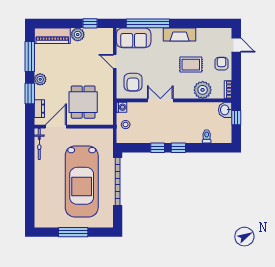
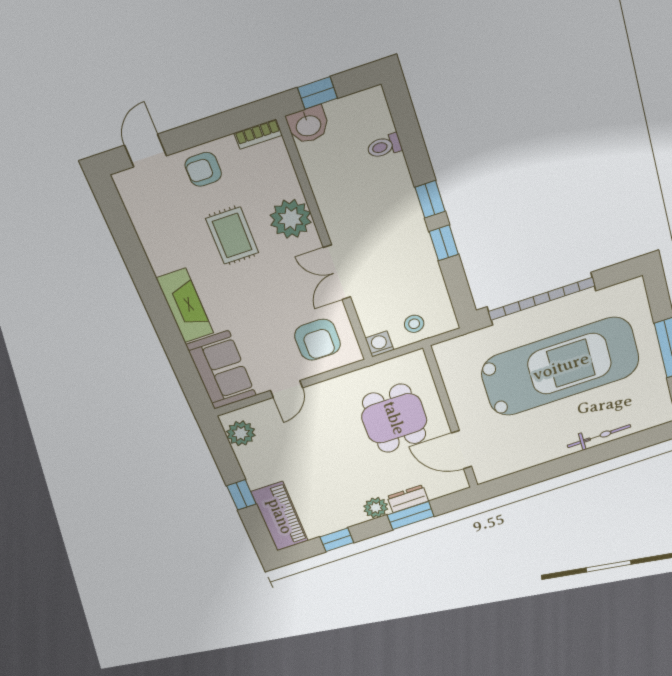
window: (90, 23) -> (242, 495), moved
window: (148, 23) -> (178, 353), removed
plant: (78, 35) -> (241, 433), moved
fireplace: (180, 35) -> (185, 306), moved
window: (30, 56) -> (337, 540), width x0.46
armchair: (133, 82) -> (318, 340), turned 90
plant: (203, 90) -> (291, 219), moved
dining table: (83, 102) -> (394, 418), turned 90
dresser: (39, 109) -> (408, 499), moved
bicycle: (39, 144) -> (599, 436), moved

